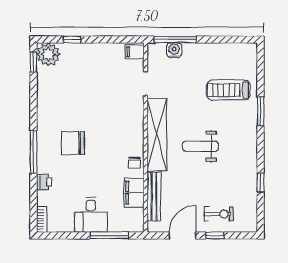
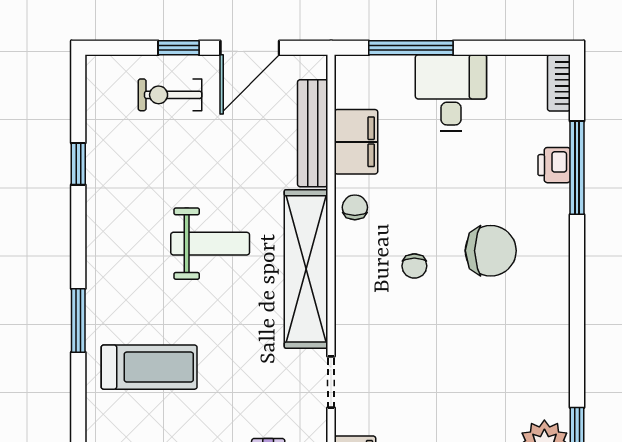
chair: (108, 136) -> (414, 266), added
window: (34, 152) -> (577, 168), moved

